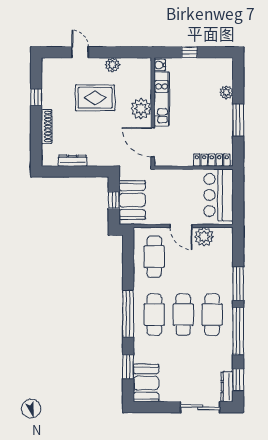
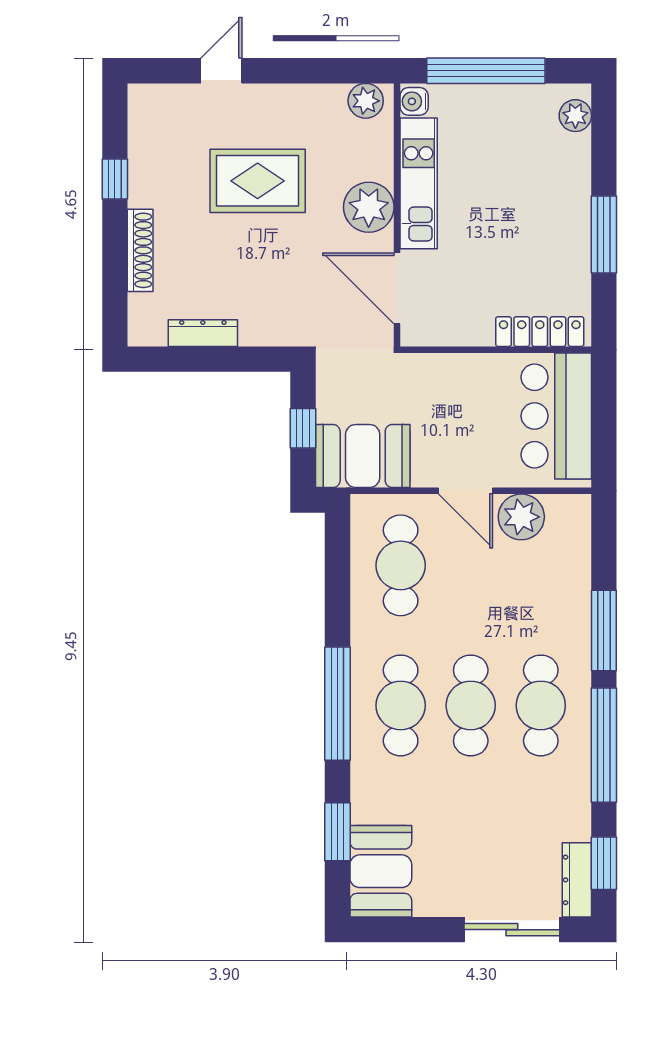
door: (80, 52) -> (221, 71), hinge flipped
window: (189, 52) -> (486, 71), width x3.17
plant: (112, 65) -> (366, 101), moved
plant: (226, 92) -> (575, 116), moved
booth: (132, 200) -> (363, 456), moved, turned 90

